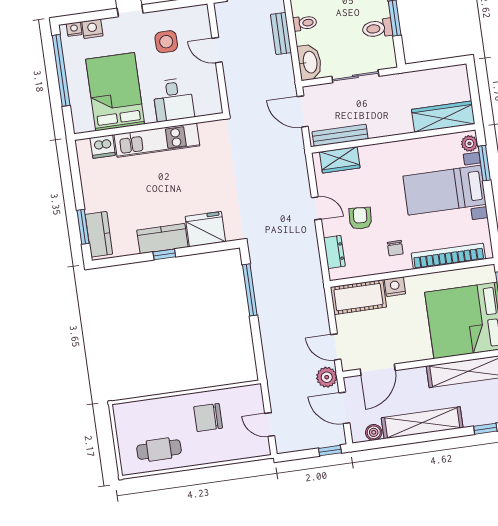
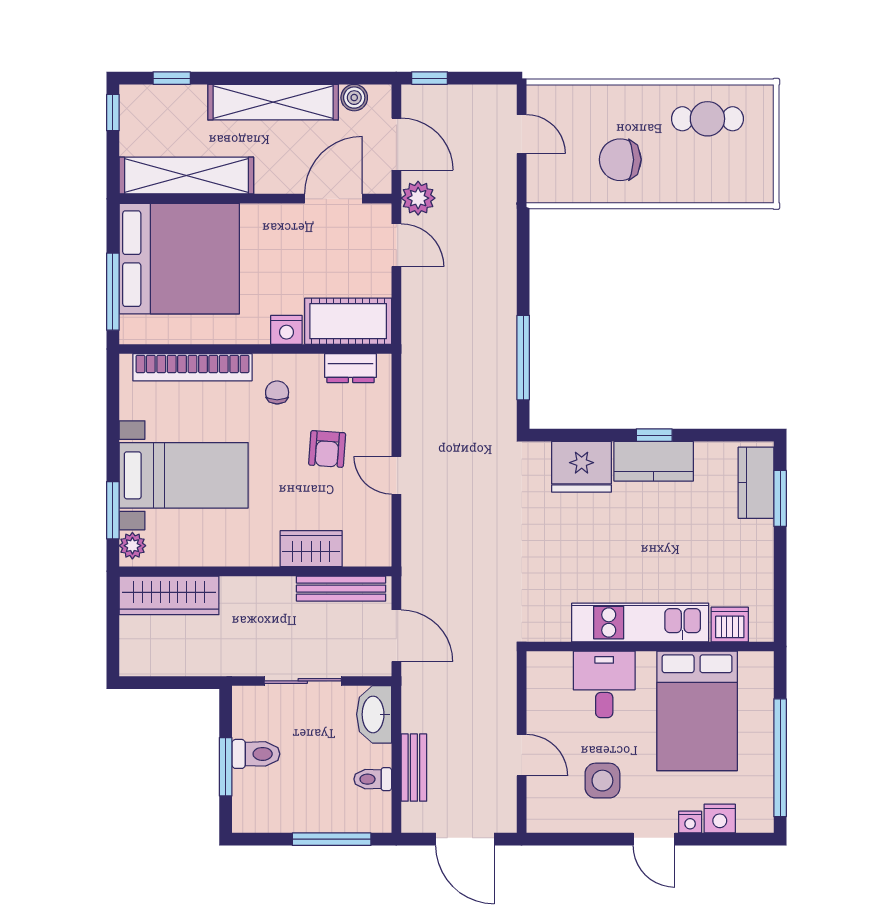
nightstand: (74, 29) -> (690, 822), moved
wardrobe: (340, 160) -> (311, 549), moved
dresser: (334, 252) -> (351, 368), moved, turned -90
chair: (208, 417) -> (620, 160), turned 180

